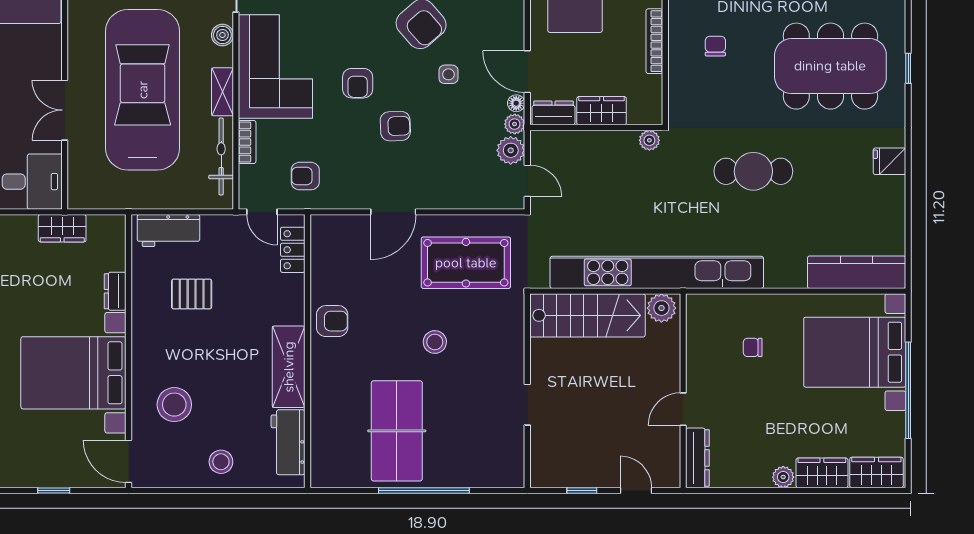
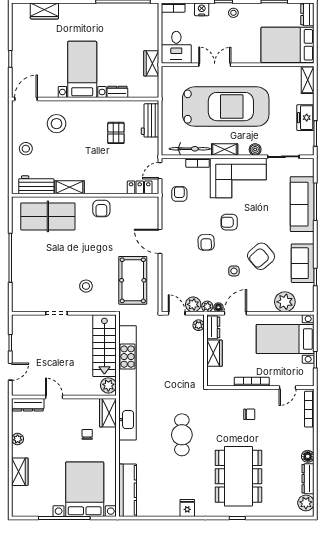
plant: (649, 140) -> (199, 325), moved
door: (527, 181) -> (177, 313), swing flipped
stool: (435, 342) -> (86, 286), moved
shelving: (289, 367) -> (70, 187), width x0.67, depth x0.75
bed with nightstands: (73, 373) -> (82, 69), width x0.73
table tennis table: (397, 431) -> (48, 216), moved
wardrobe: (876, 472) -> (108, 413), moved, turned 180
plant: (783, 477) -> (18, 439), moved

